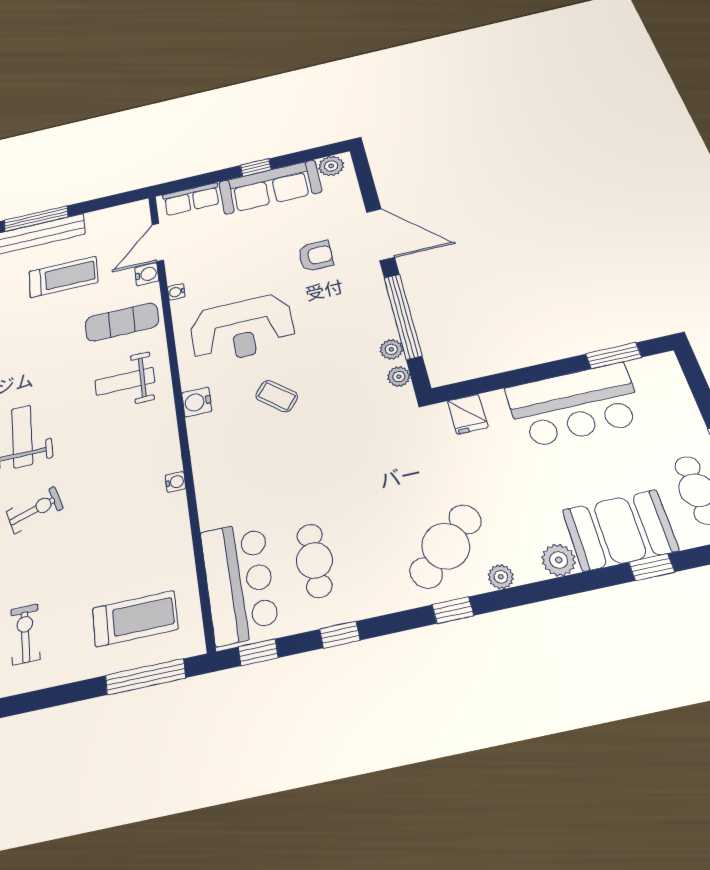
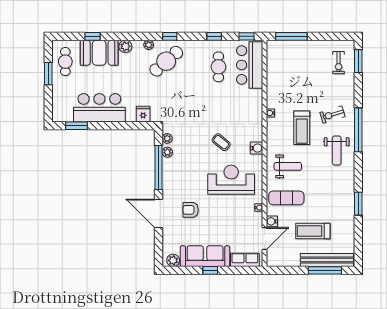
treadmill: (135, 619) -> (302, 128), moved, turned -90

